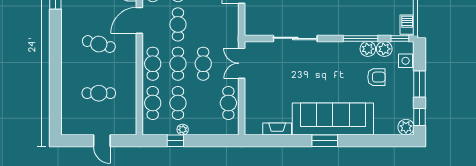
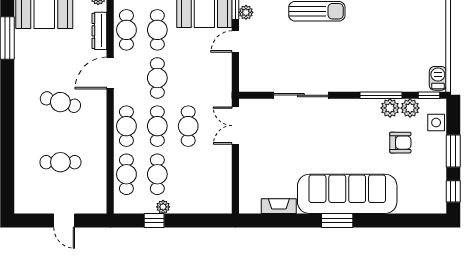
cafe table: (228, 103) -> (219, 174), removed
plant: (406, 127) -> (437, 204), removed

